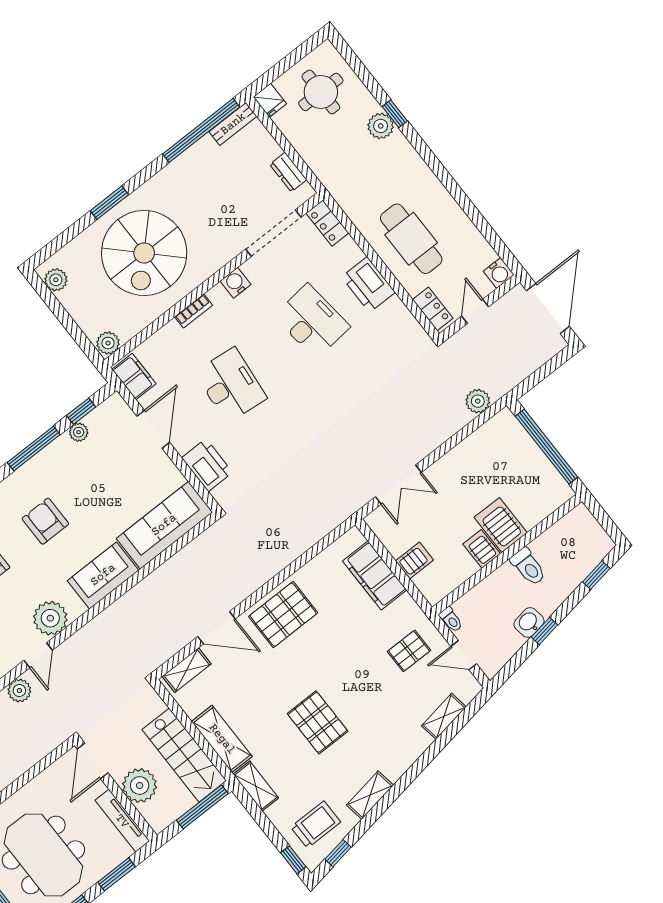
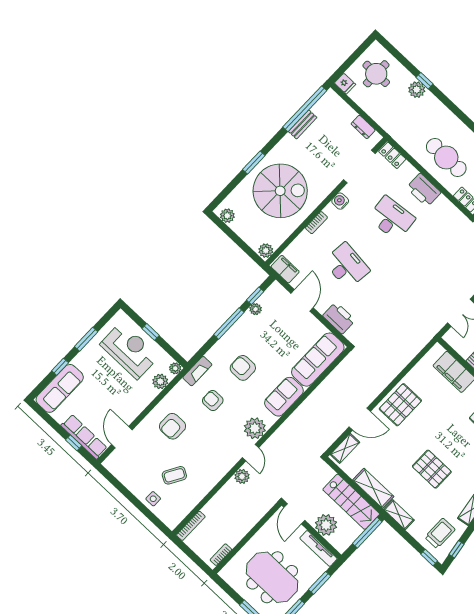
bench: (233, 124) -> (303, 124), moved
spiral stairs: (144, 253) -> (280, 191), turned -90

